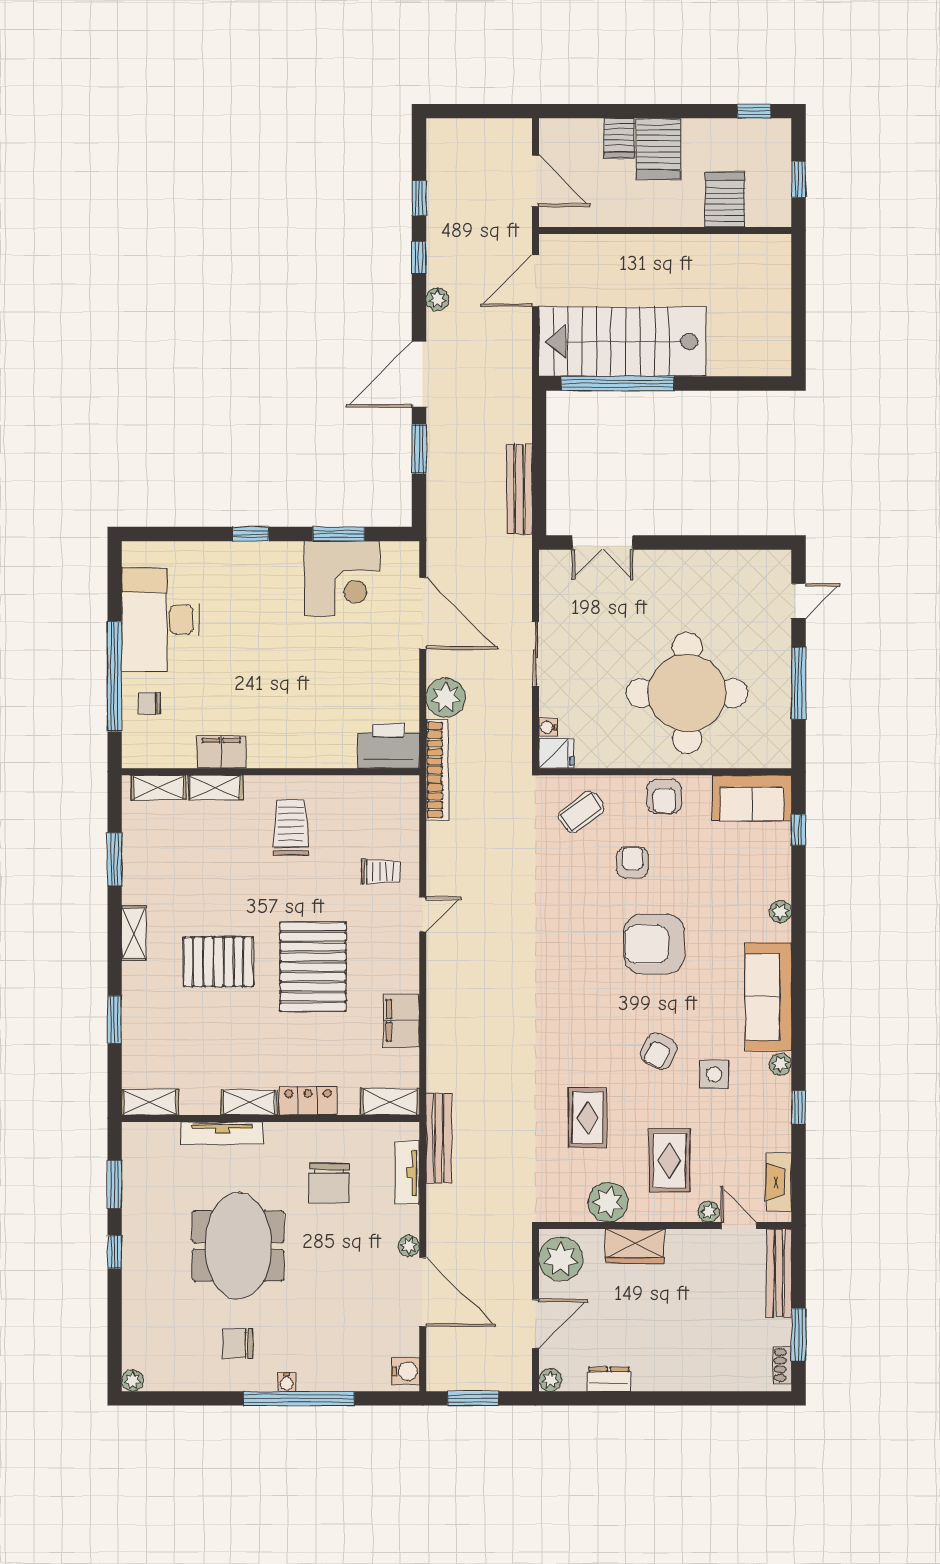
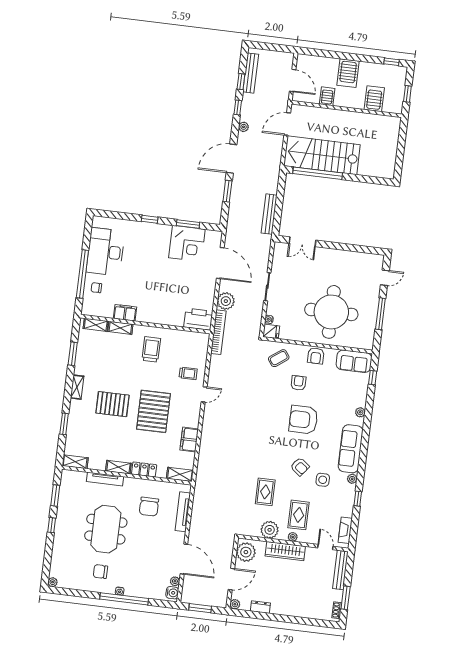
server rack: (619, 138) -> (327, 96), moved, turned 180
armchair: (659, 1051) -> (300, 467), turned -80
bench: (439, 1138) -> (251, 73), moved
tv unit: (407, 1172) -> (183, 512), width x1.41
plant: (709, 1212) -> (293, 537), moved
plant: (409, 1246) -> (175, 581), moved
wardrobe: (635, 1246) -> (285, 551), width x1.50

